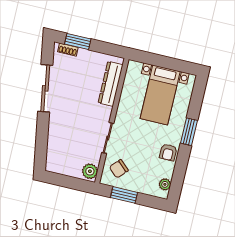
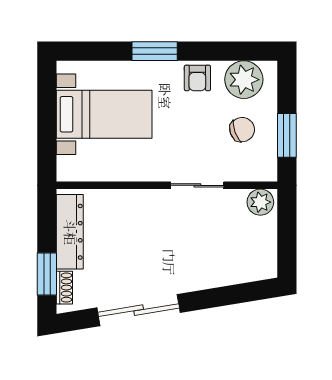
dresser: (111, 84) -> (70, 232), moved, turned -90
armchair: (168, 152) -> (197, 78), turned 90
chair: (119, 169) -> (242, 130), moved, turned -63
plant: (165, 184) -> (244, 80), width x1.87, depth x1.87

